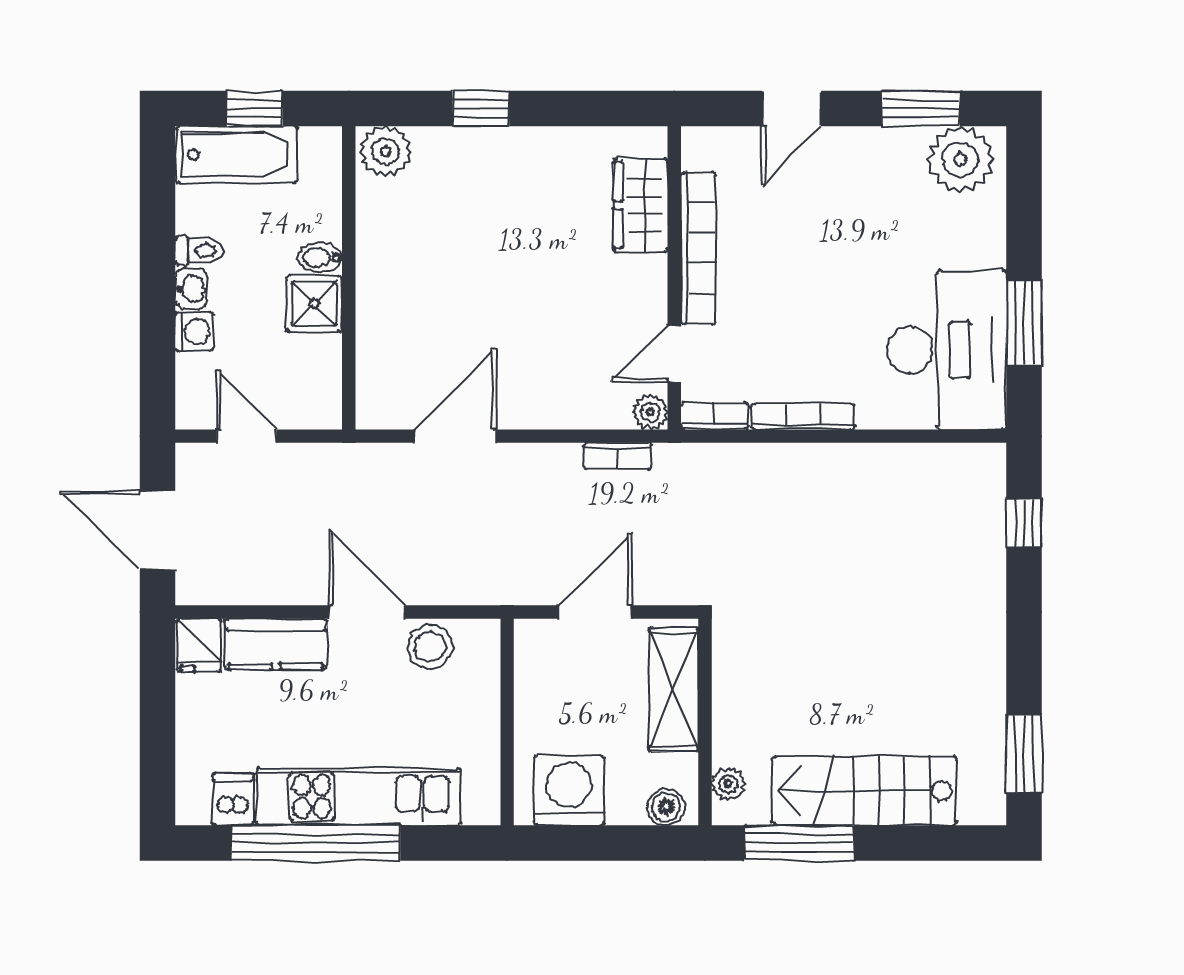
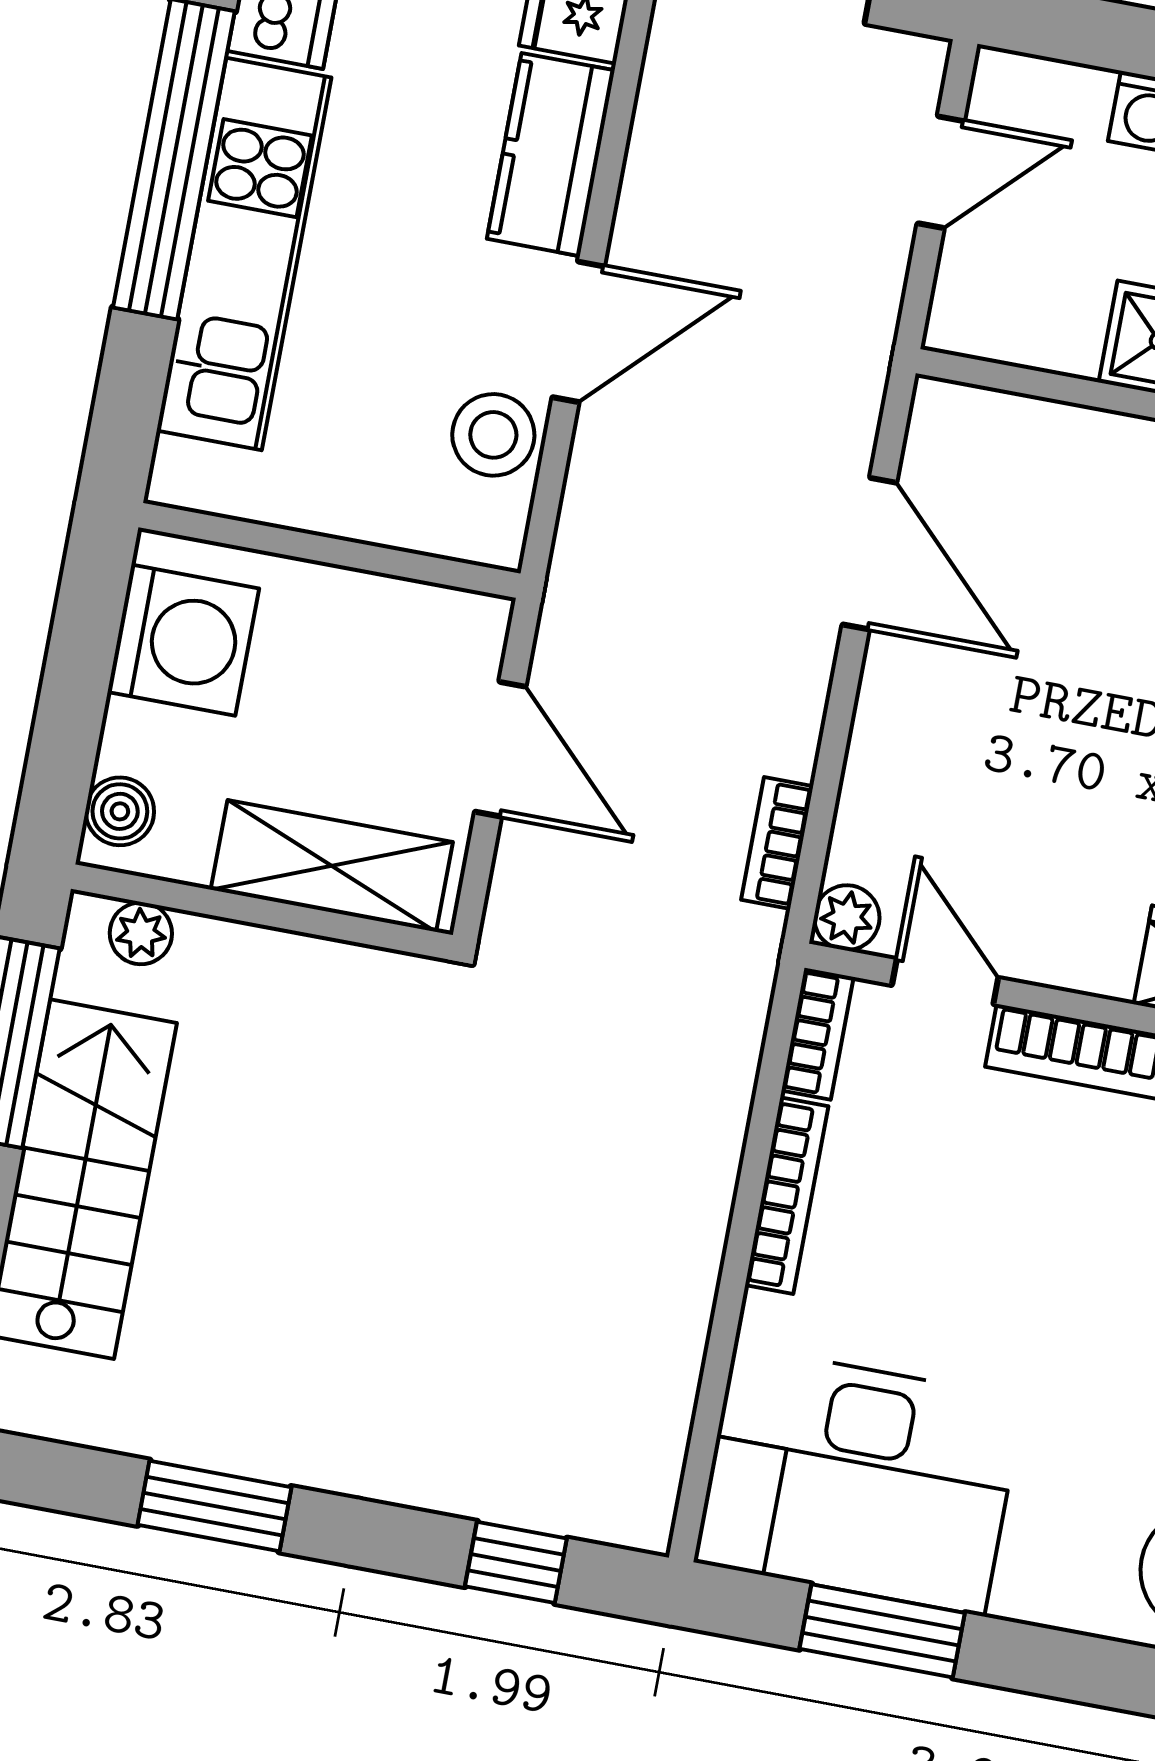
window: (1024, 754) -> (214, 1506), moved

